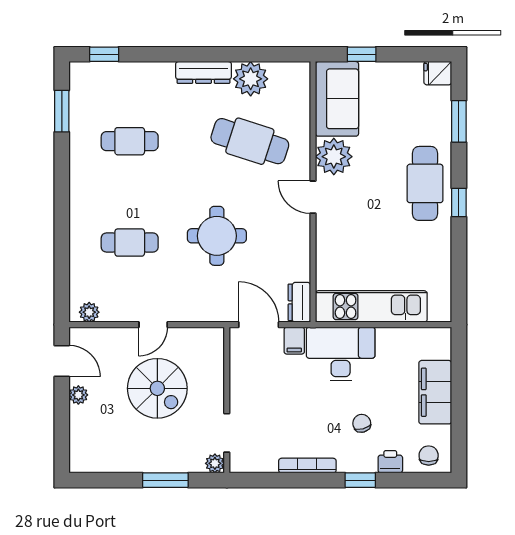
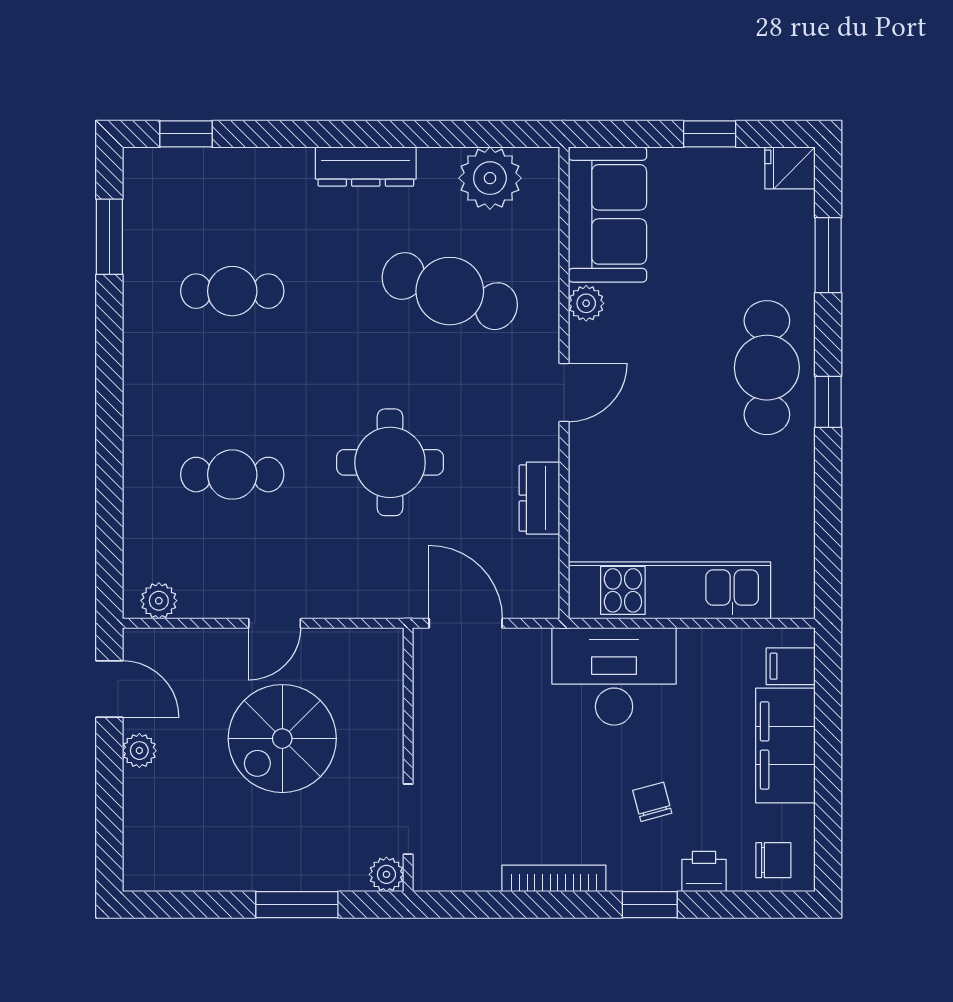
window: (362, 54) -> (710, 134), moved
plant: (251, 79) -> (490, 178), moved
plant: (334, 157) -> (586, 303), width x0.53, depth x0.53
door: (313, 197) -> (564, 392), swing flipped
dresser: (299, 302) -> (539, 498), moved
filing cabinet: (294, 341) -> (791, 666), moved, turned 90
spiral stairs: (157, 388) -> (282, 739), turned 90
chair: (429, 455) -> (773, 860), turned 90

